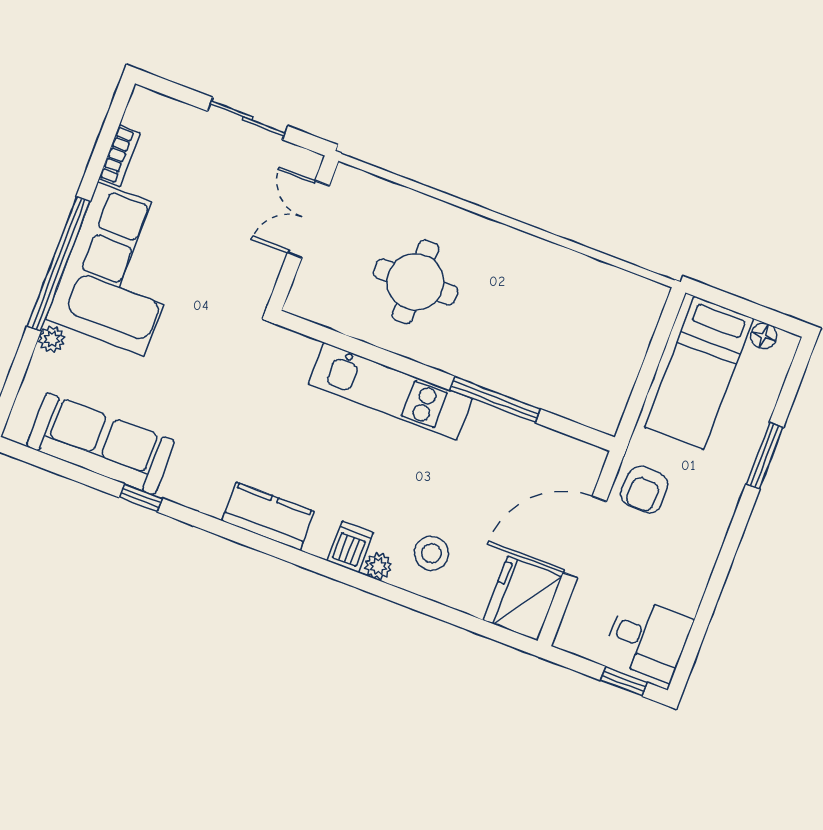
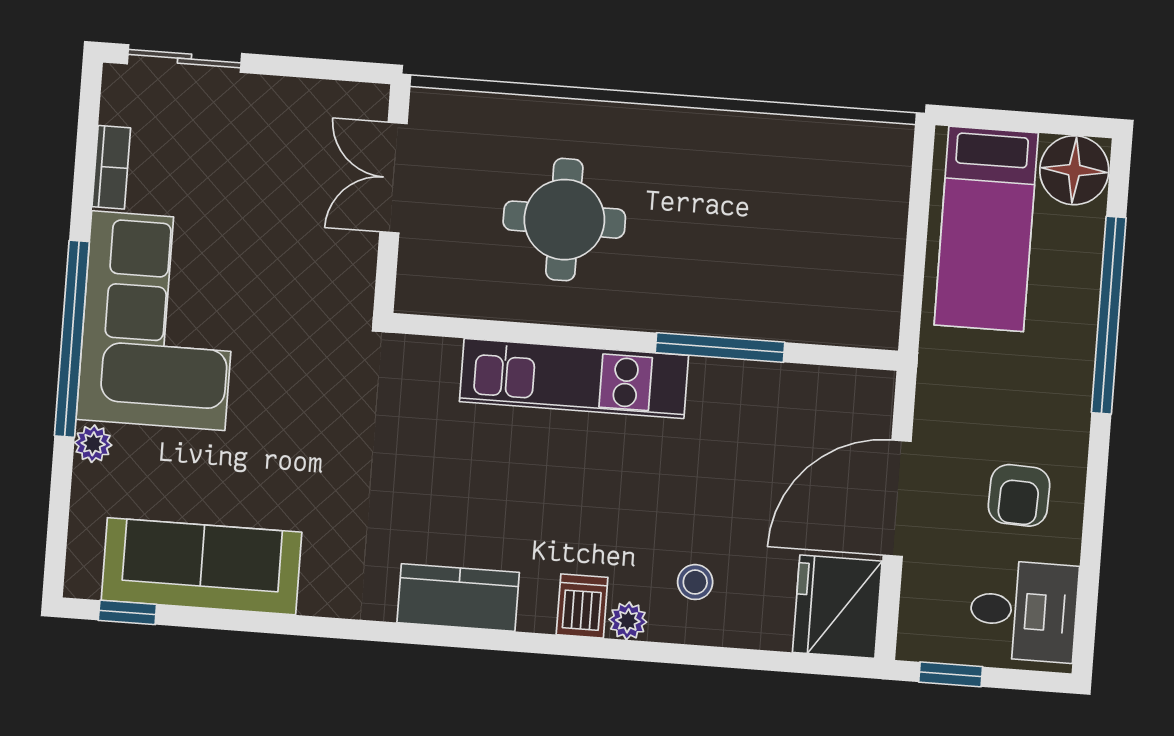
sliding door: (248, 118) -> (184, 59), moved
floor lamp: (764, 336) -> (1074, 170), width x1.89, depth x1.89
window: (765, 456) -> (1109, 315), width x2.11
armchair: (644, 490) -> (1019, 495), moved
window: (141, 498) -> (127, 612), moved
stool: (431, 553) -> (695, 582), width x0.73, depth x0.73
window: (624, 681) -> (951, 674), moved

